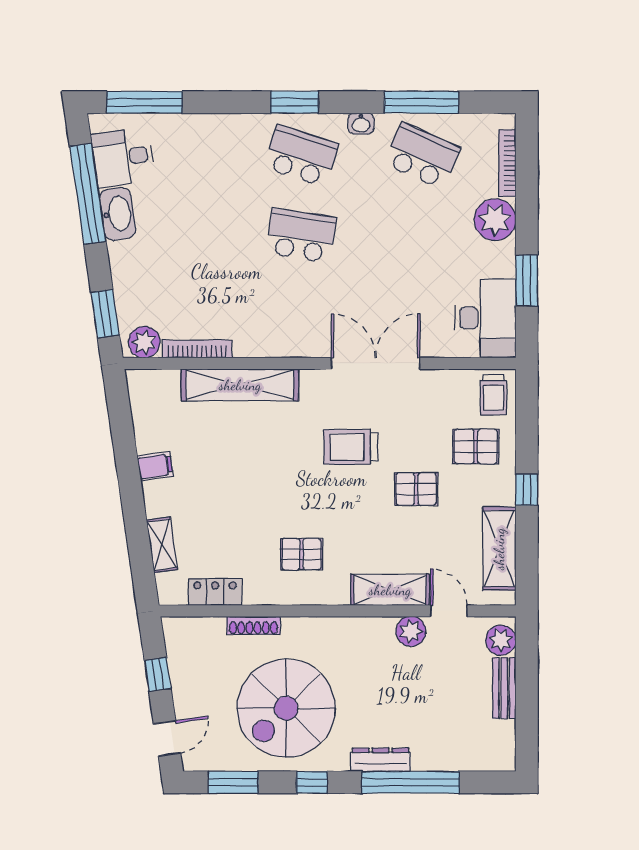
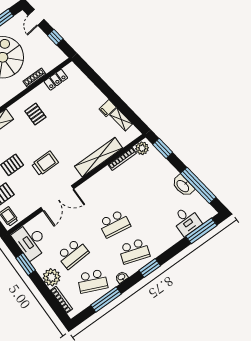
desk: (123, 157) -> (186, 221), moved, turned 98
school desk: (422, 236) -> (73, 254), added
shelving: (162, 545) -> (121, 119), moved
pallet: (301, 554) -> (35, 114), turned 90

